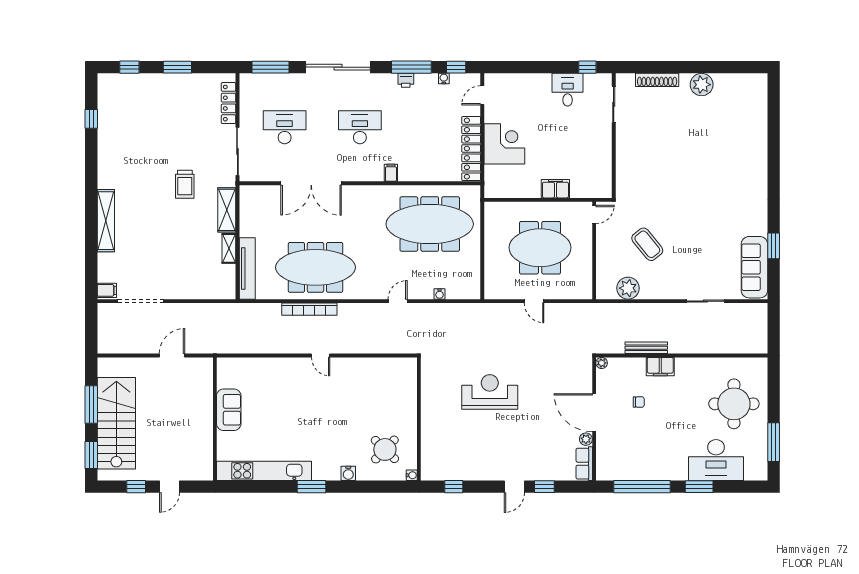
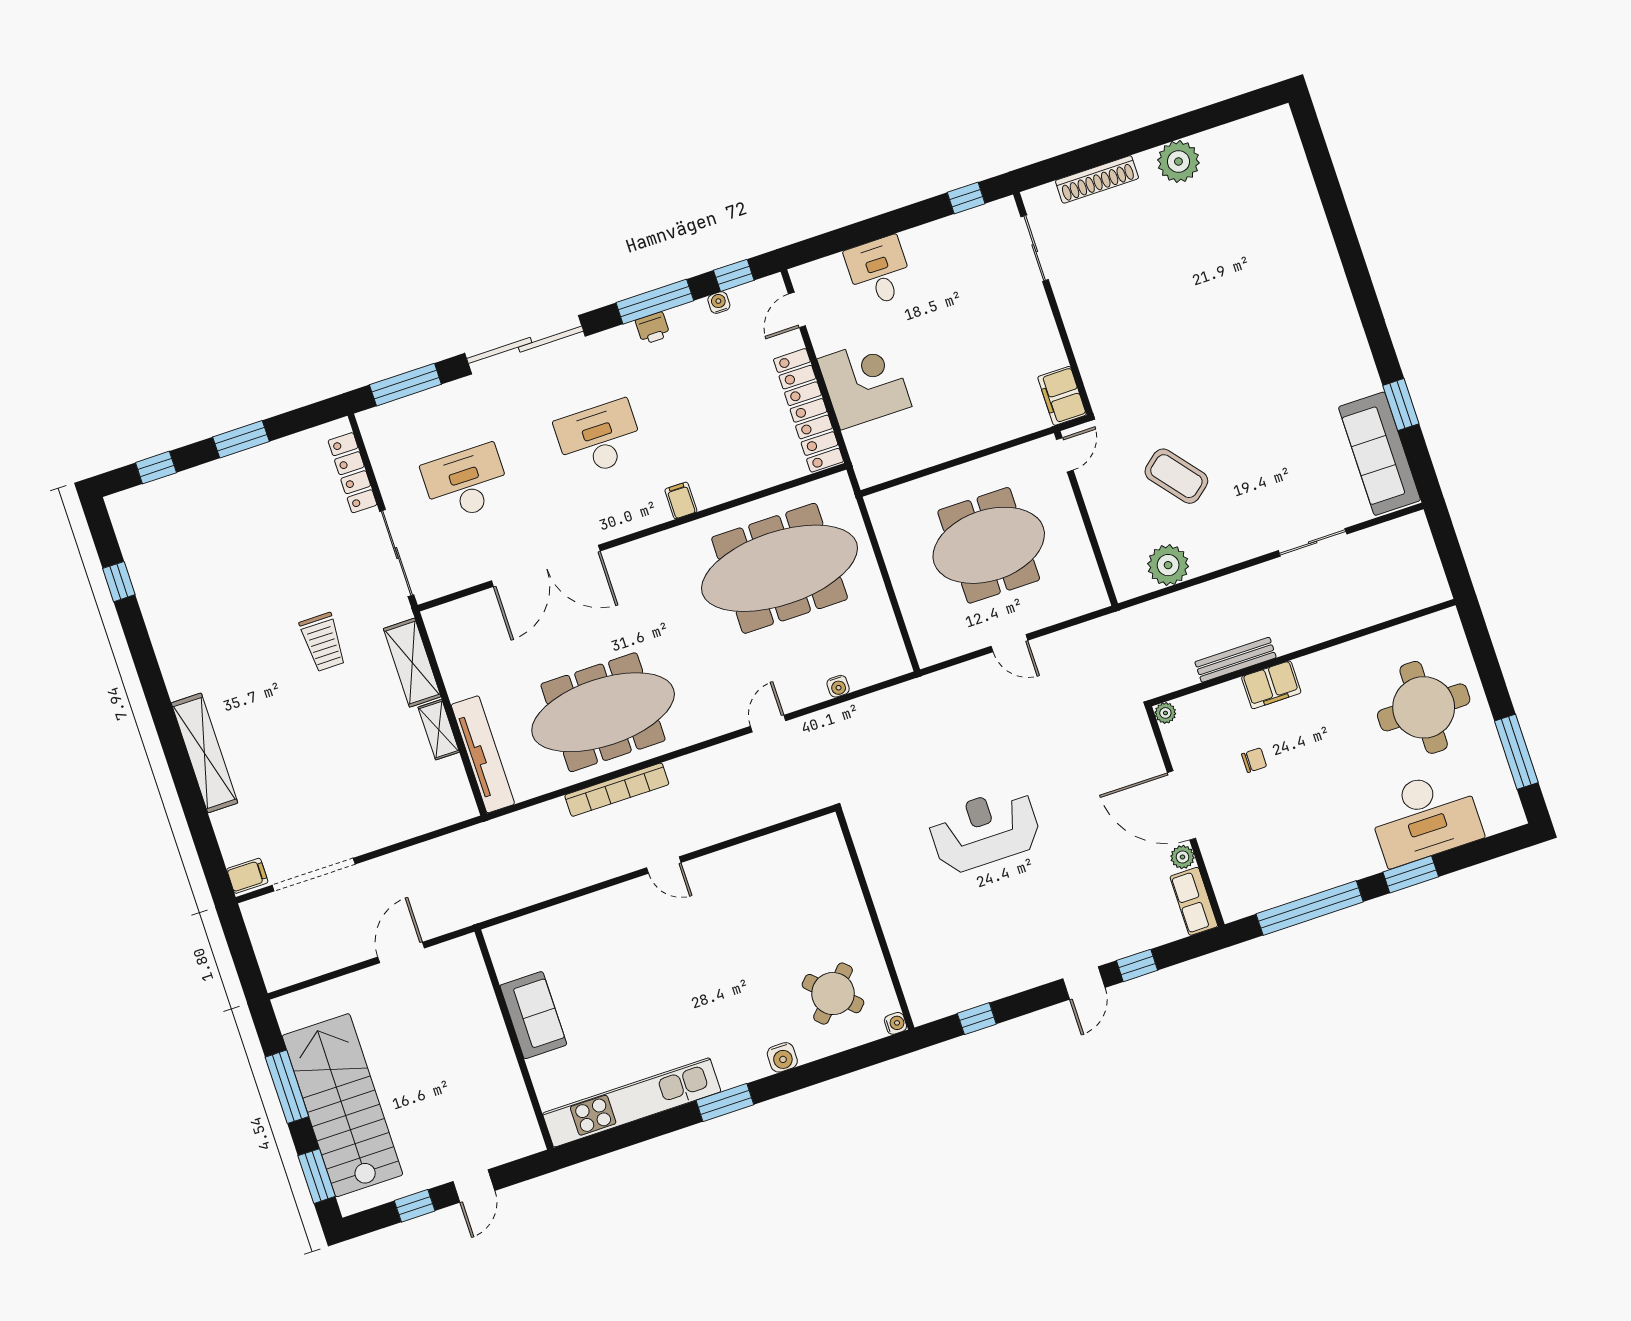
desk: (568, 90) -> (879, 271), moved
filing cabinet: (555, 189) -> (1062, 396), moved, turned -90

